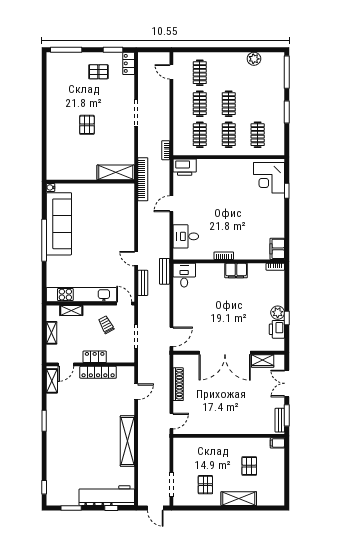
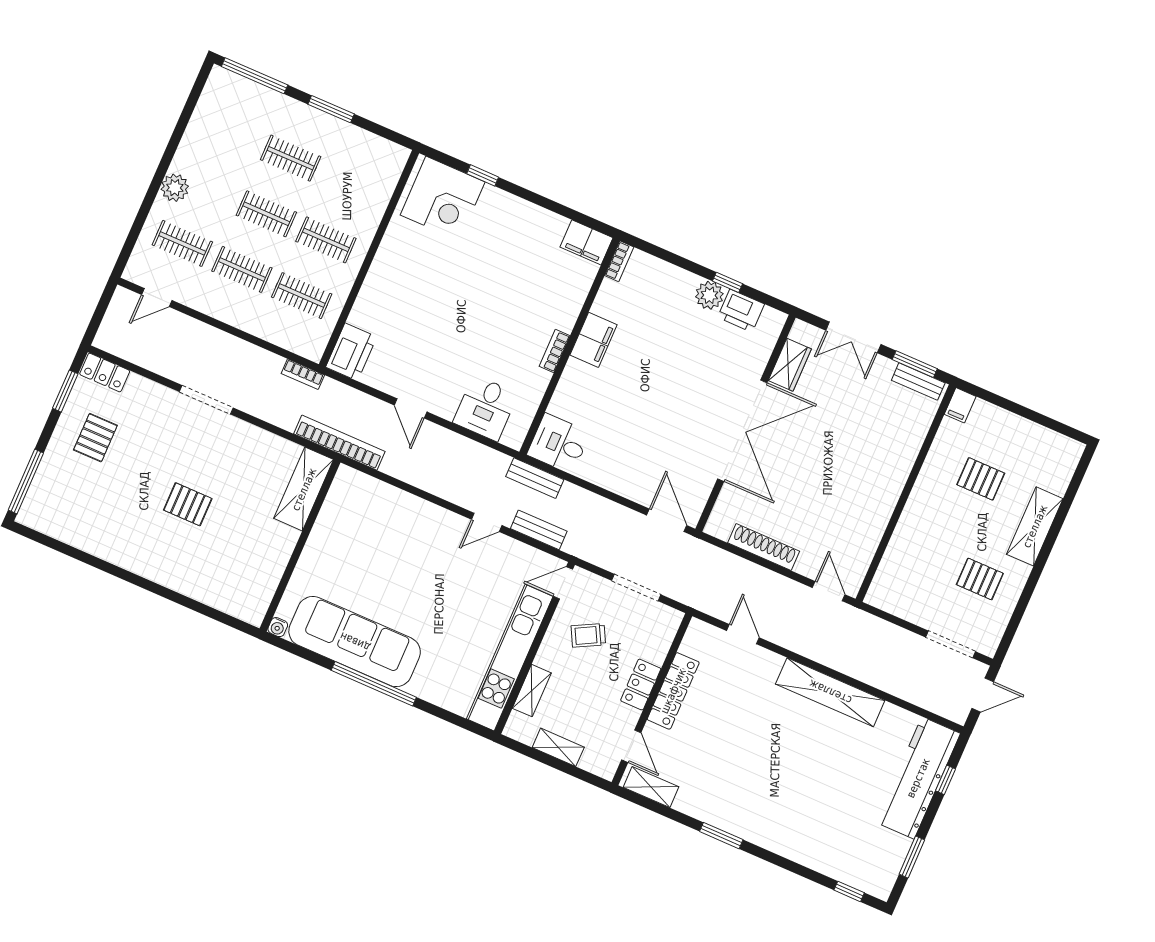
plant: (254, 59) -> (175, 188), moved
clothes rail: (258, 135) -> (291, 158), moved

